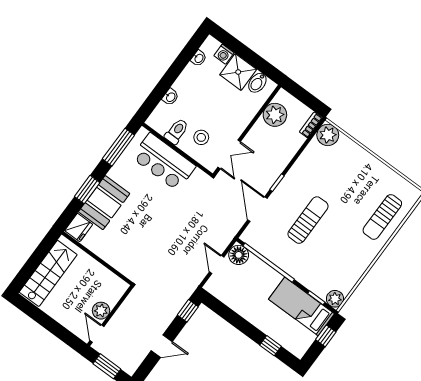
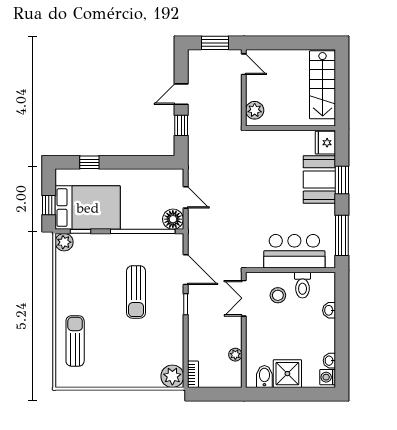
washing machine: (224, 54) -> (328, 377), moved, turned -90
plant: (275, 115) -> (235, 355), width x0.53, depth x0.53
bed: (302, 306) -> (88, 208), width x1.50
plant: (101, 311) -> (255, 110), moved
window: (188, 311) -> (181, 125), moved

